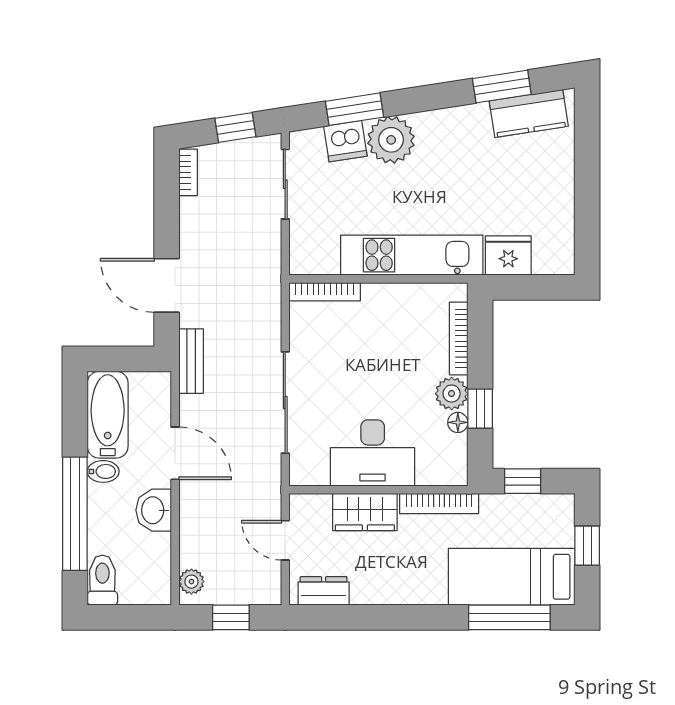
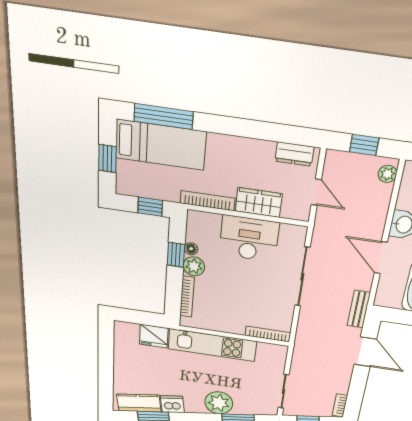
dishwasher: (345, 141) -> (172, 404), moved

